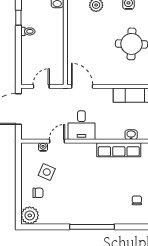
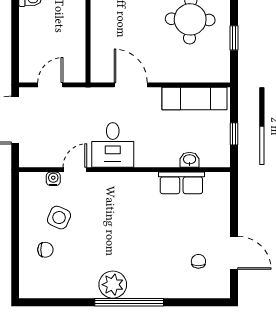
door: (82, 86) -> (131, 85), moved
row of seats: (119, 150) -> (181, 183), width x0.68
plant: (30, 215) -> (113, 285), moved

